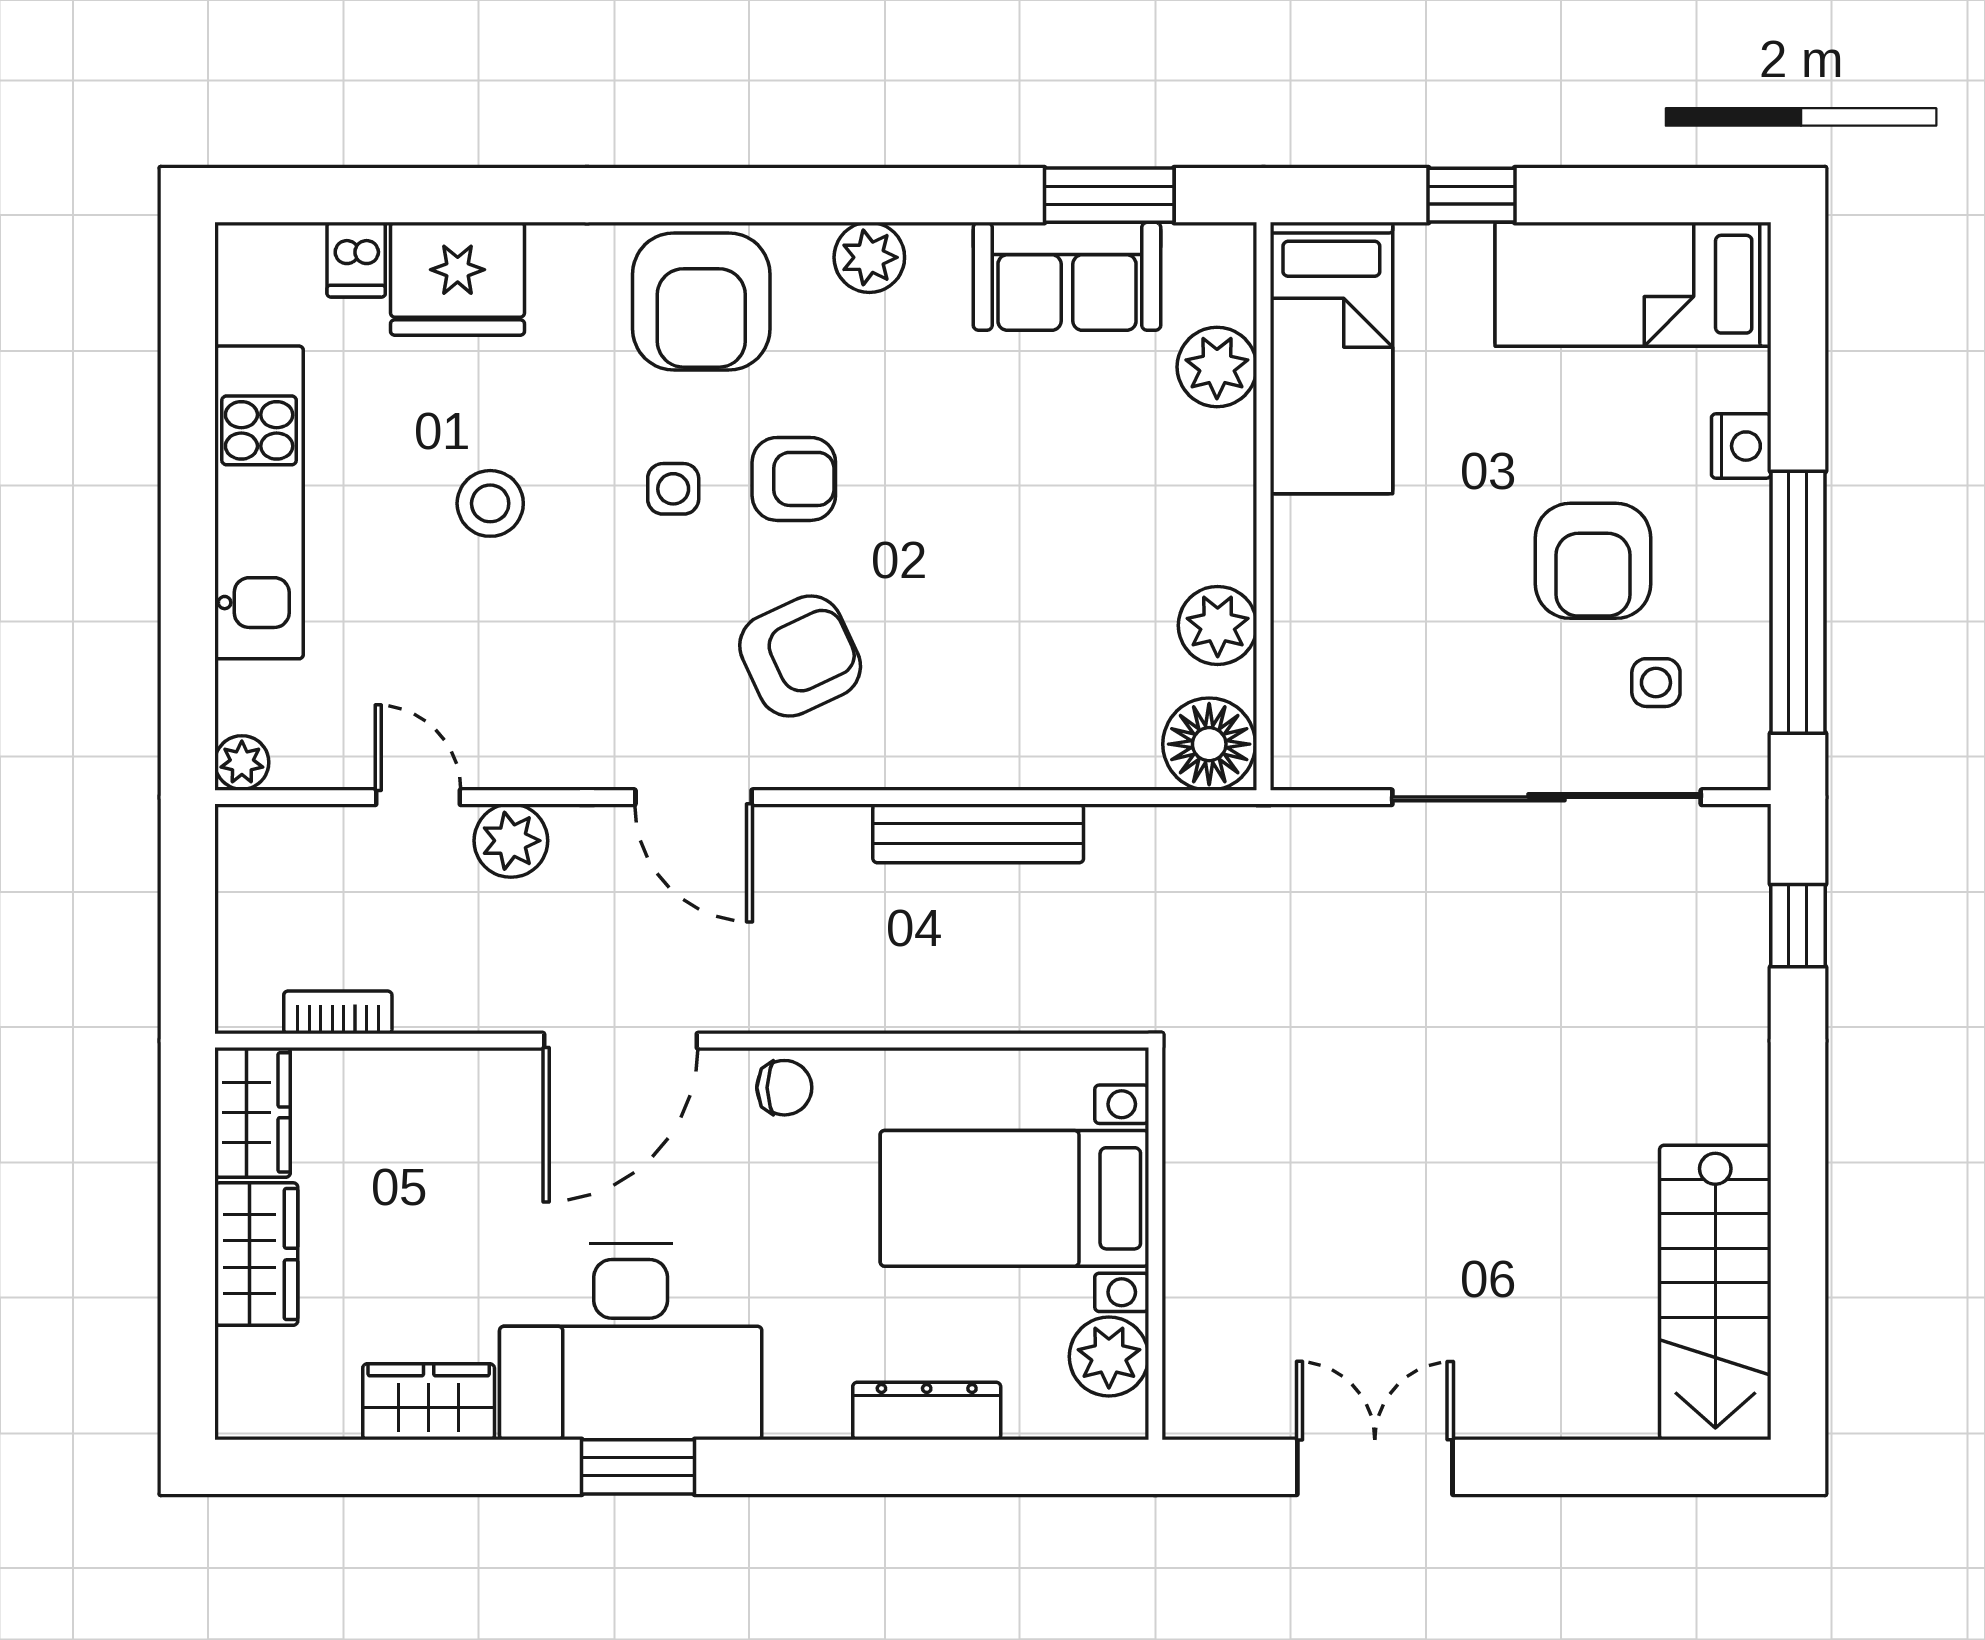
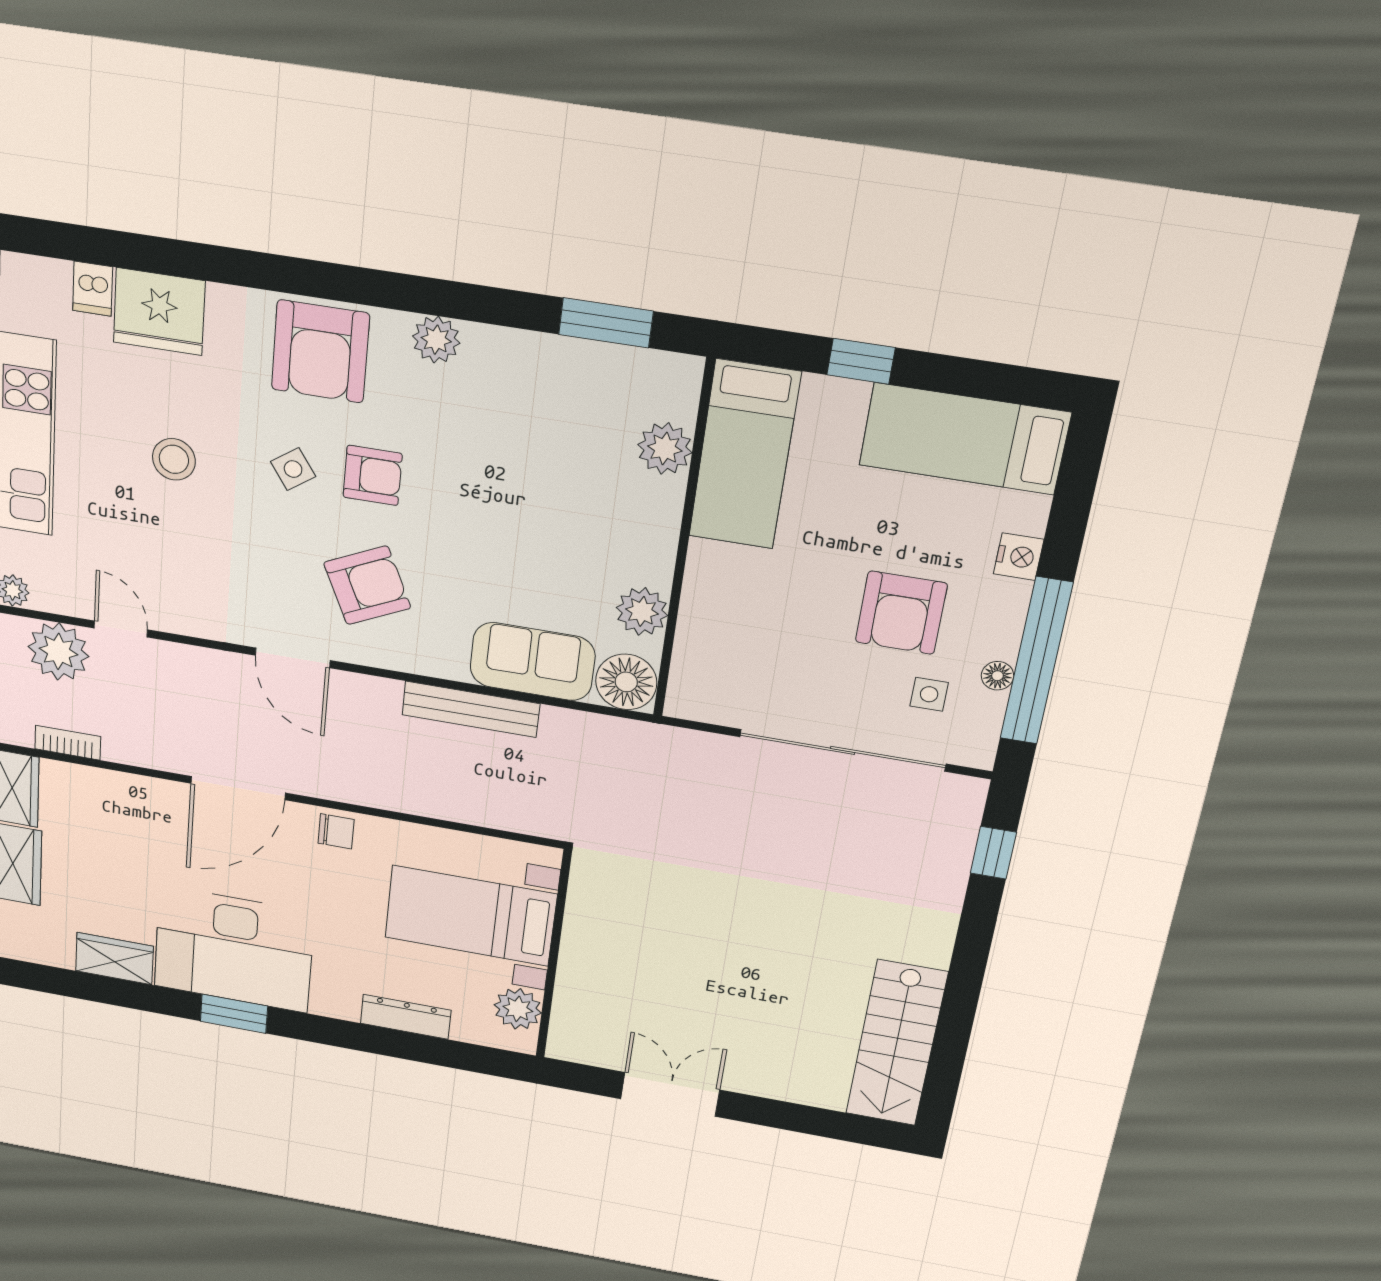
sofa: (1067, 276) -> (532, 662), moved, turned 180
side table: (673, 489) -> (293, 469), turned -35
floor lamp: (1748, 635) -> (997, 676), added
plant: (511, 841) -> (58, 651), moved, width x1.36, depth x1.36

